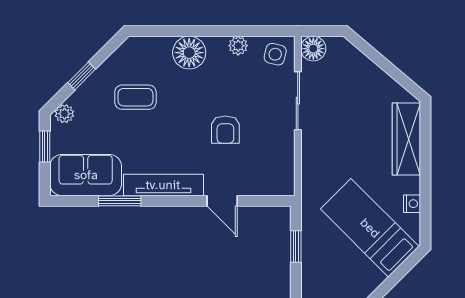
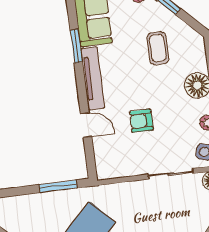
door: (222, 201) -> (86, 125), swing flipped
window: (296, 246) -> (58, 186), width x1.50

